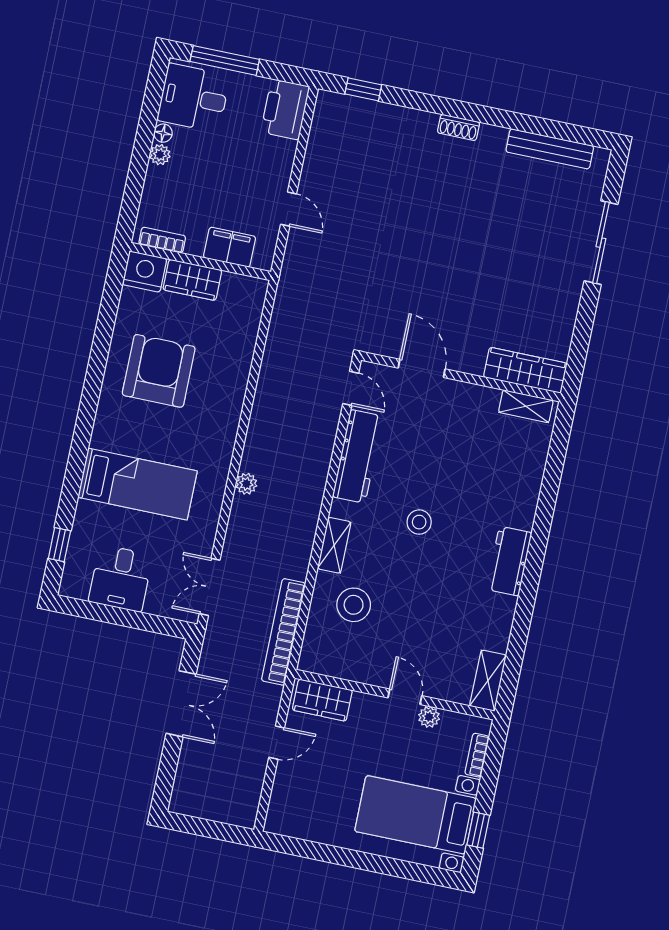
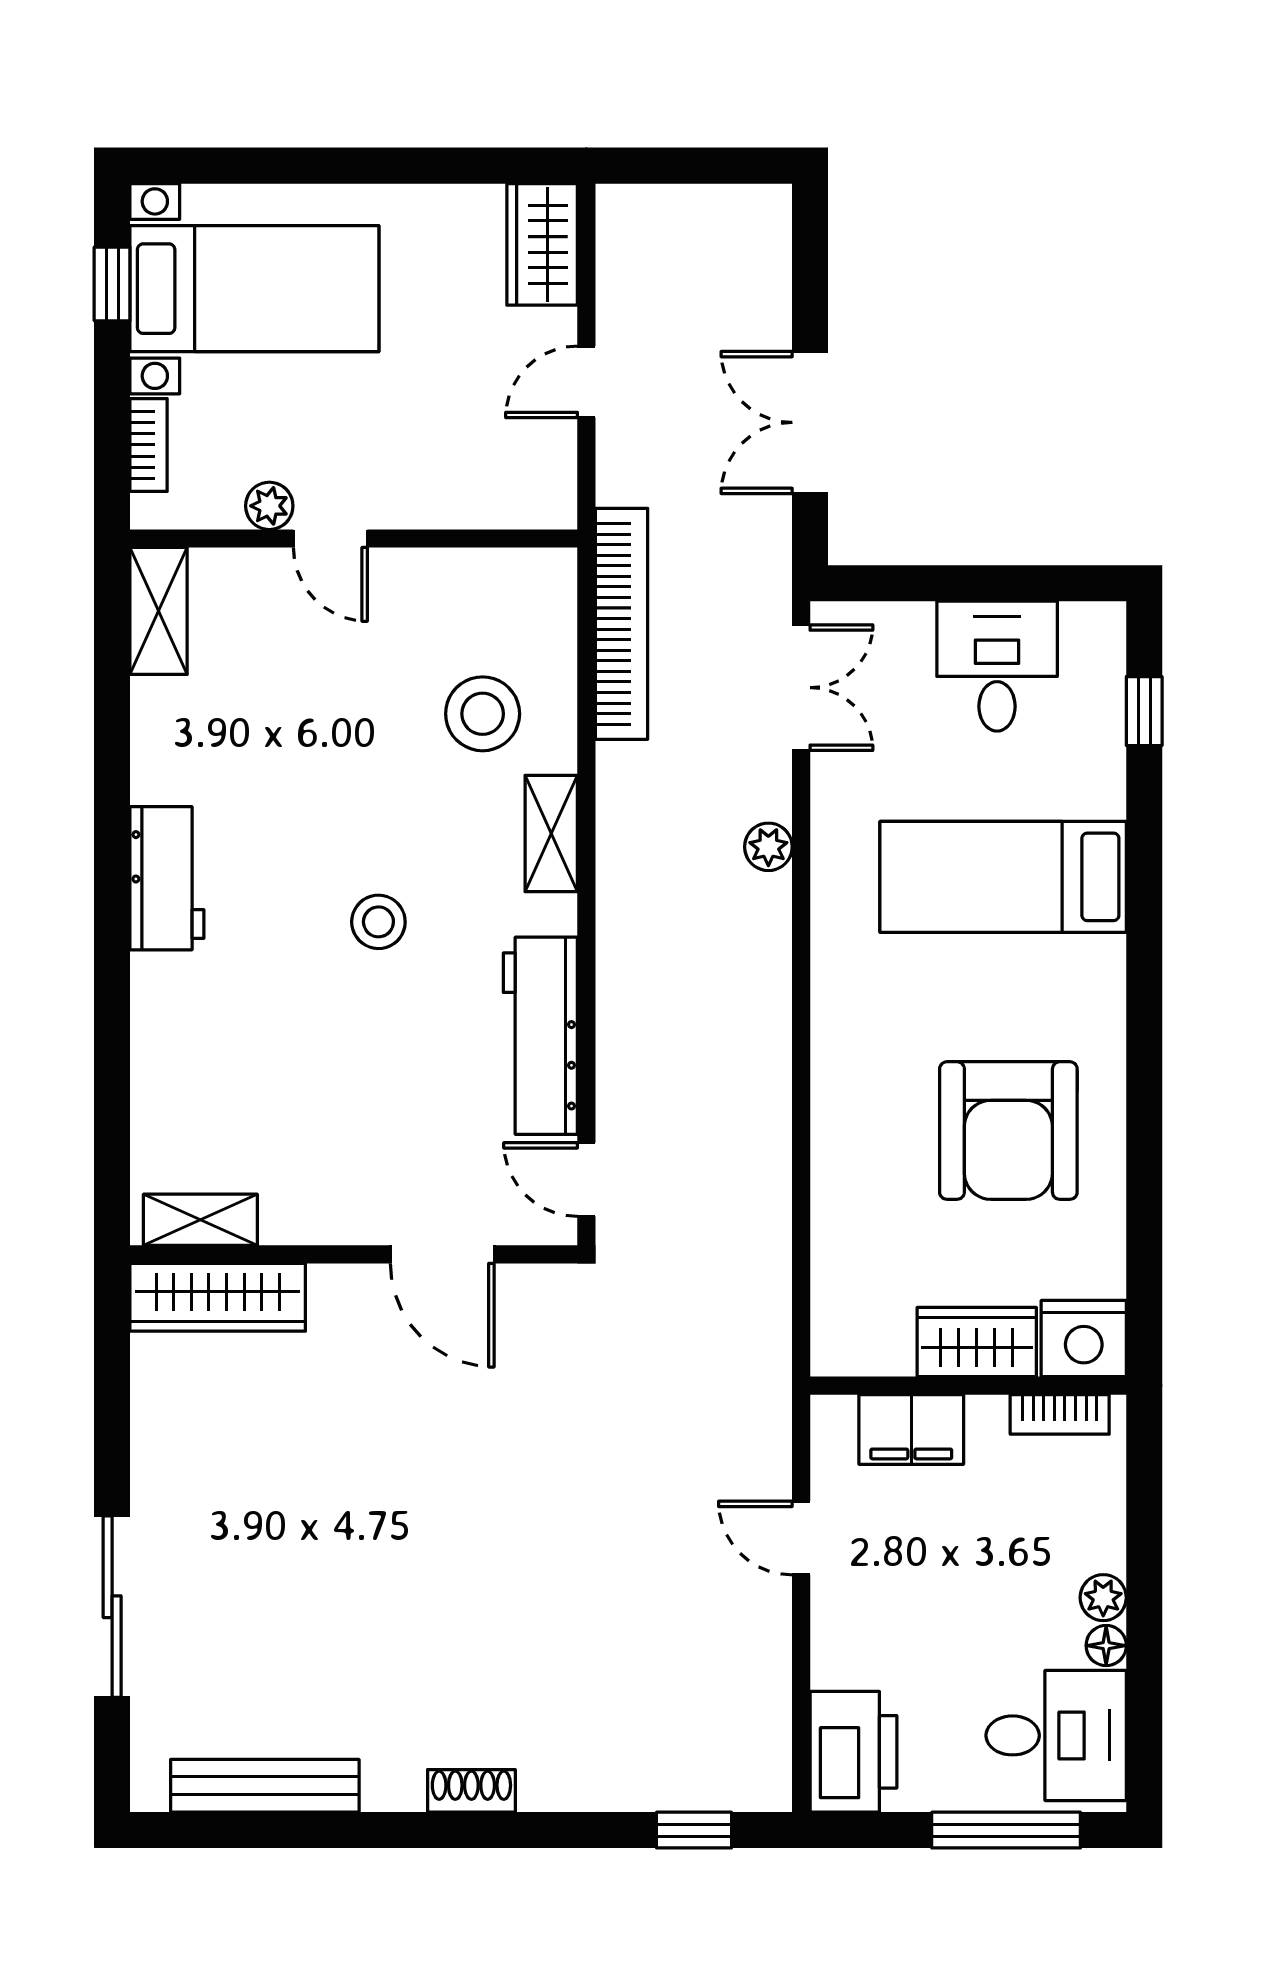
plant: (246, 484) -> (768, 847), moved
wardrobe: (322, 700) -> (542, 244), moved, turned -90

